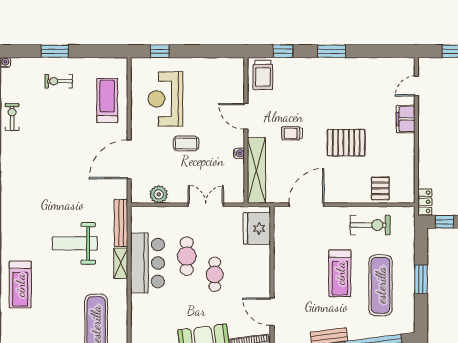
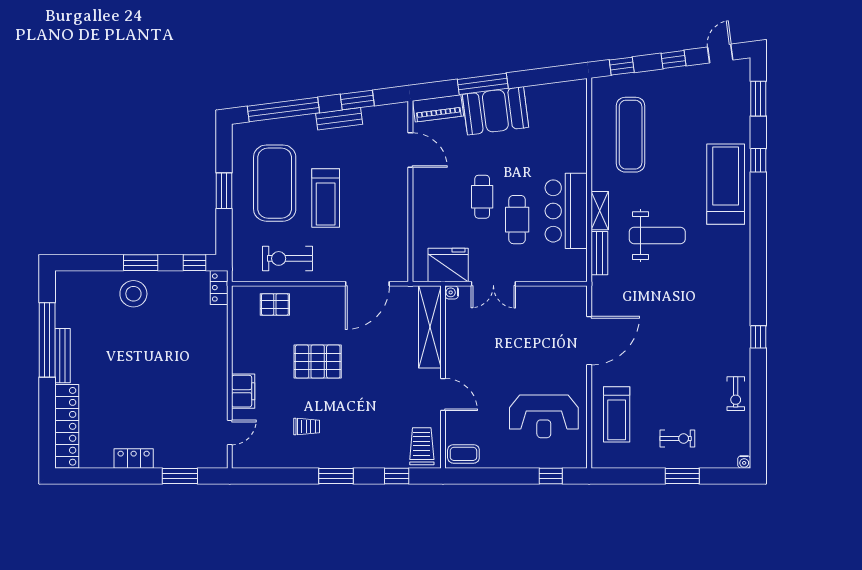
reception desk: (165, 99) -> (544, 416), turned 90
trolley: (292, 133) -> (307, 426), moved
coffee table: (186, 144) -> (463, 454), moved
water cooler: (239, 153) -> (452, 292), moved
pallet: (380, 188) -> (275, 304), turned 90
plant: (159, 194) -> (552, 297), removed
bench: (121, 223) -> (599, 253), width x0.73
fridge: (257, 228) -> (448, 265), moved, turned -90
treadmill: (340, 273) -> (326, 198), turned 180
treadmill: (20, 285) -> (726, 184), width x1.37, depth x1.38
exercise mat: (381, 285) -> (275, 183), width x1.47

